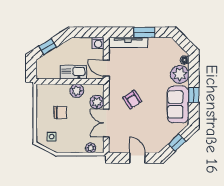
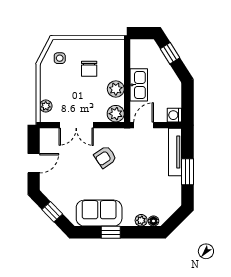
plant: (180, 74) -> (141, 220), width x0.53, depth x0.53
plant: (97, 102) -> (116, 114), moved
double door: (106, 123) -> (76, 125), swing flipped

